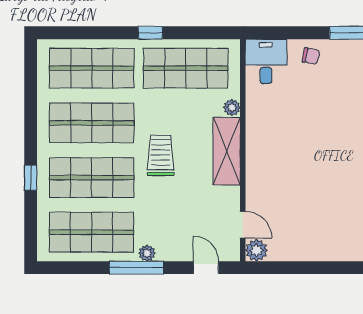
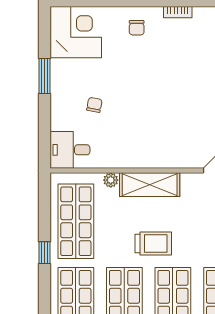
chair: (311, 56) -> (94, 105), moved
trolley: (161, 155) -> (153, 243), turned 180

